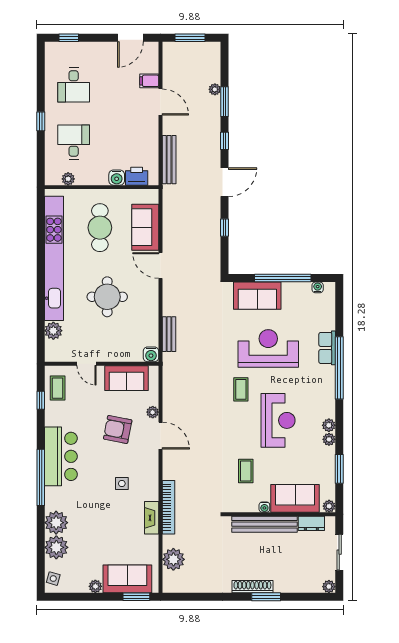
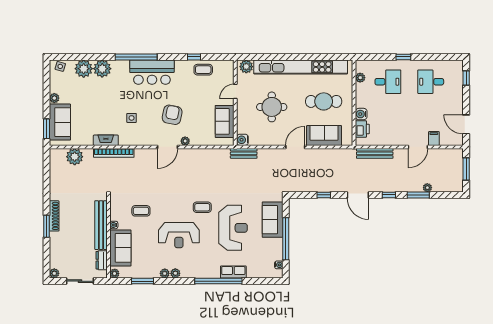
water cooler: (151, 354) -> (242, 140), moved
door: (87, 364) -> (235, 91), moved
wall: (102, 364) -> (235, 103), moved
sofa: (126, 378) -> (225, 121), moved

